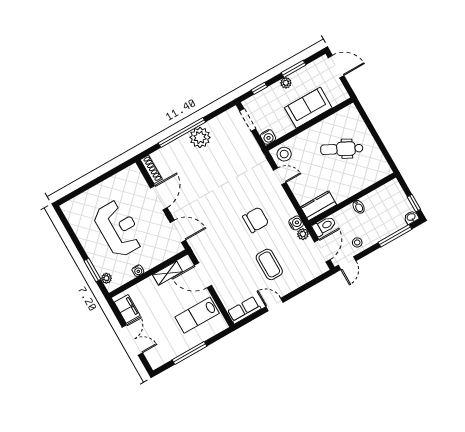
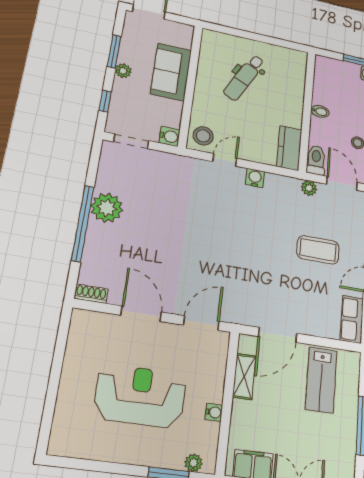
shoe rack: (151, 169) -> (91, 294), width x0.70
chair: (256, 220) -> (255, 224), removed
water cooler: (296, 223) -> (255, 178), moved

